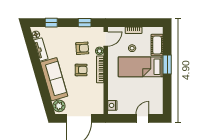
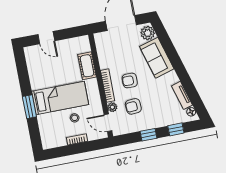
window: (85, 23) -> (148, 135), moved
door: (106, 39) -> (108, 123), hinge flipped
cot: (157, 45) -> (87, 66), moved
sofa: (54, 79) -> (157, 58), width x0.73
nightstand: (112, 105) -> (85, 46), removed
door: (142, 118) -> (46, 38), hinge flipped

